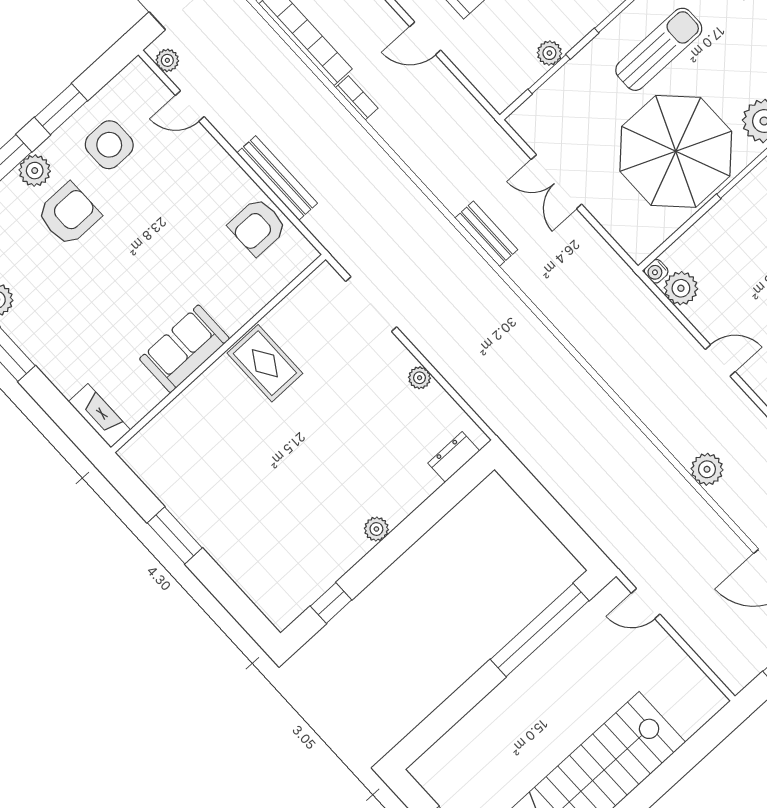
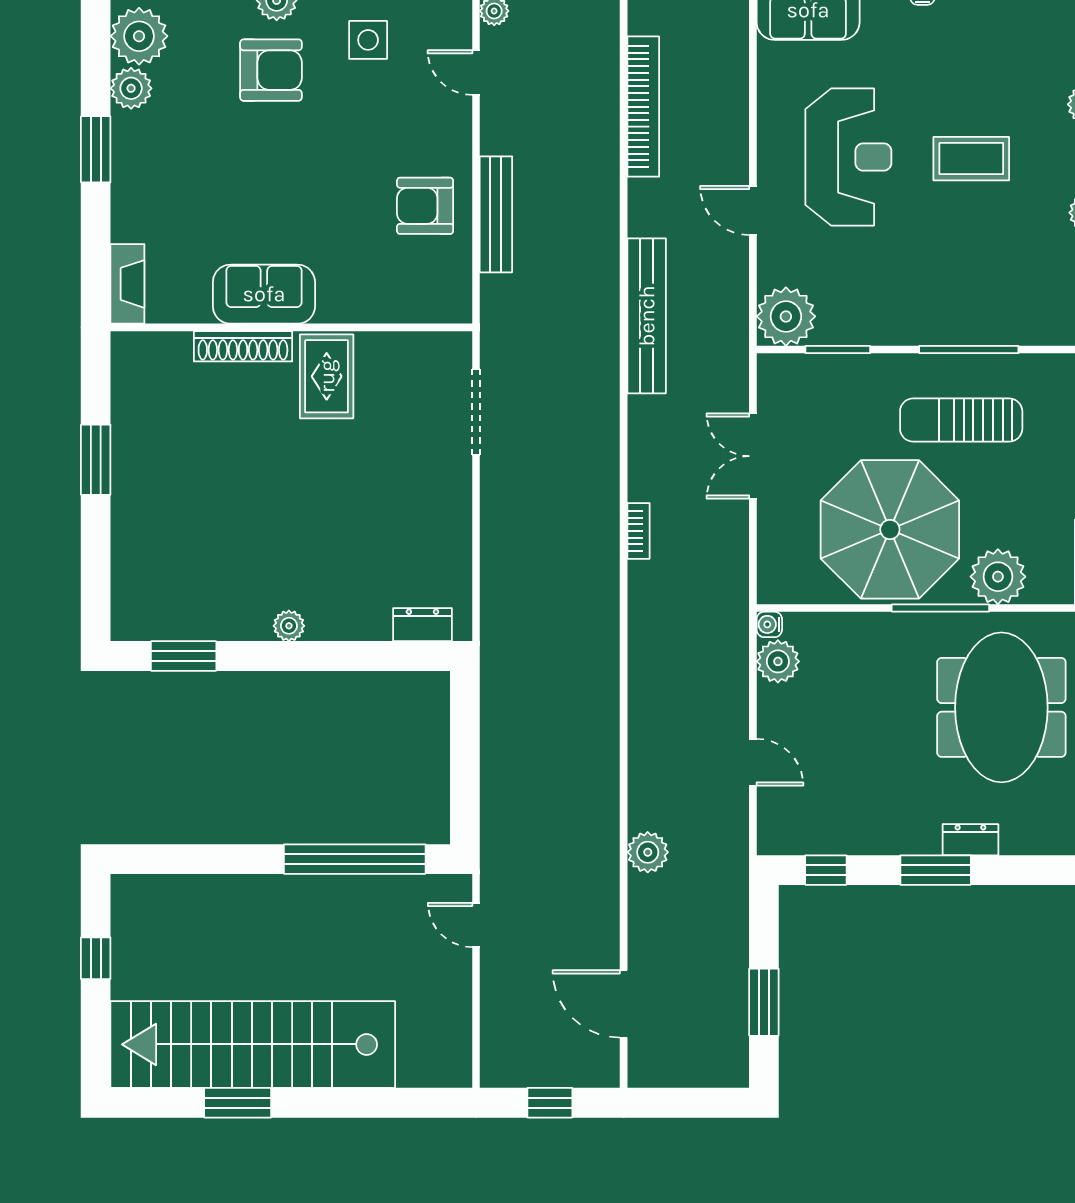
sun lounger: (659, 49) -> (961, 420), turned 180
plant: (549, 53) -> (786, 316), moved, width x1.87, depth x1.87
bookcase: (357, 98) -> (639, 531), moved
side table: (109, 145) -> (368, 40), width x0.73, depth x0.73
armchair: (258, 227) -> (425, 206), moved
bench: (486, 234) -> (647, 316), moved, width x1.86, depth x1.21
plant: (420, 378) -> (458, 522), removed
shoe rack: (200, 390) -> (243, 346), added
window: (331, 603) -> (184, 656), width x1.50

